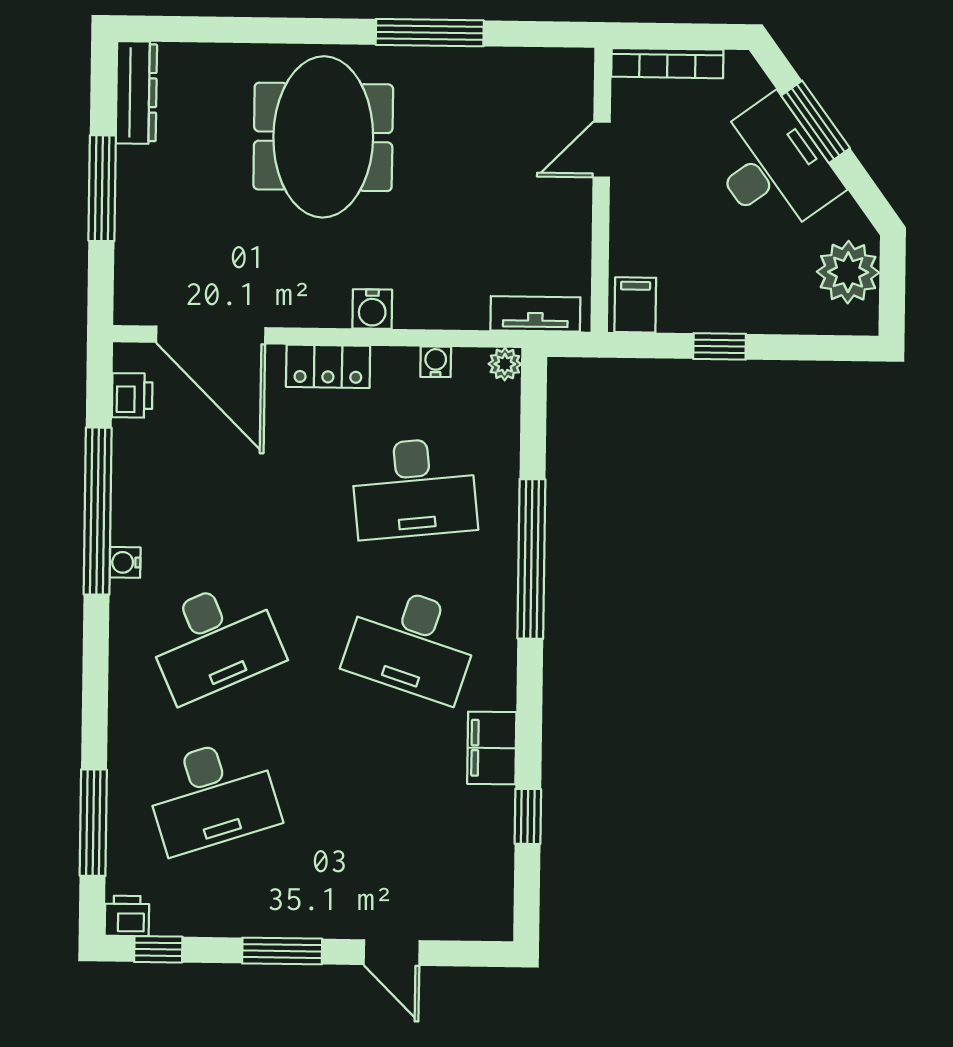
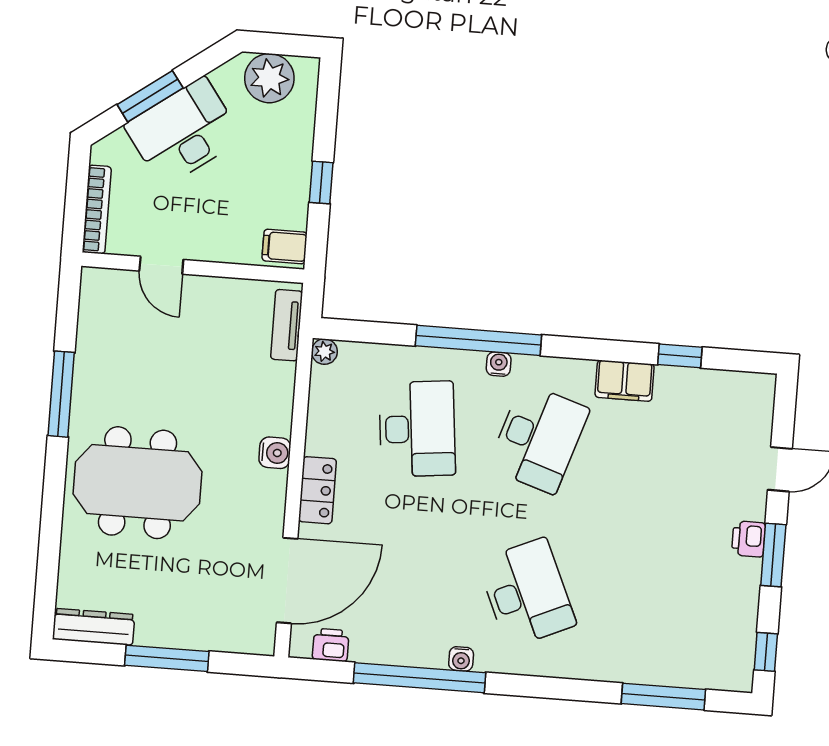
water cooler: (436, 362) -> (499, 364), moved, turned 90
desk: (212, 795) -> (648, 602), removed
printer: (127, 916) -> (749, 539), moved

